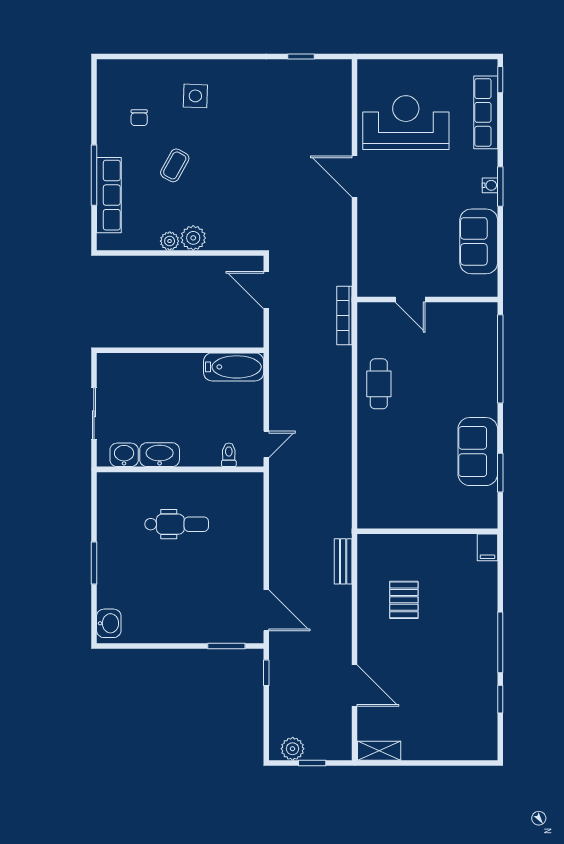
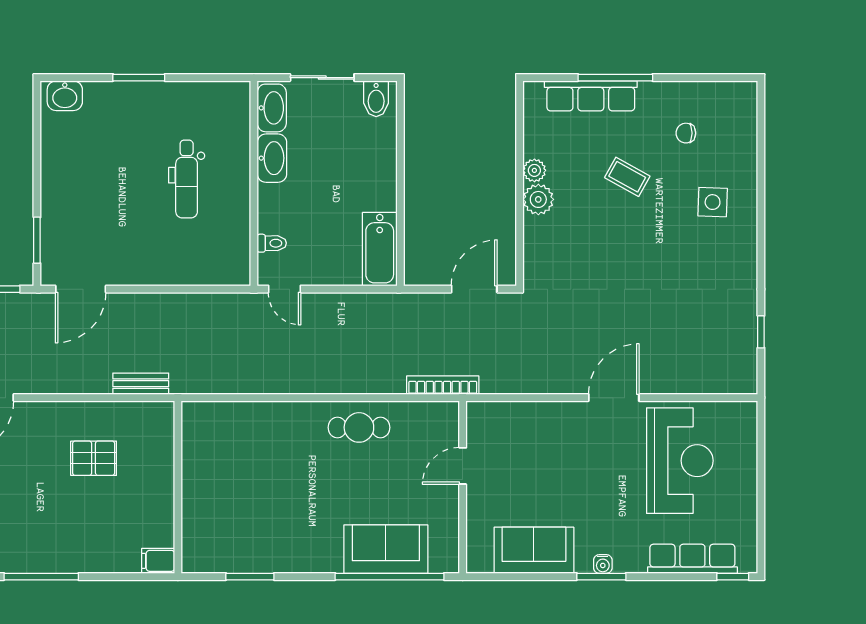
bidet: (111, 370) -> (376, 99), added
sofa: (478, 452) -> (386, 549), moved
washbasin: (124, 455) -> (272, 108), width x1.38

